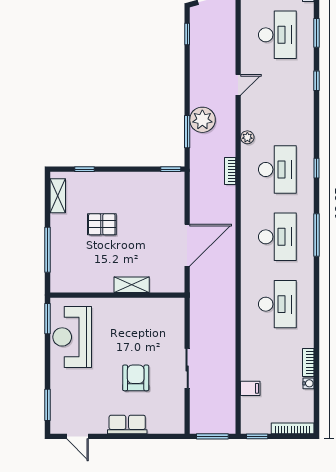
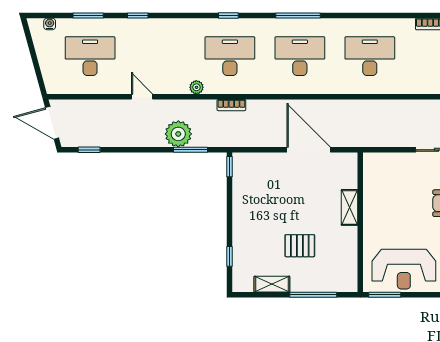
shelving: (58, 196) -> (272, 284), moved
pallet: (102, 224) -> (300, 246), moved, turned 90

